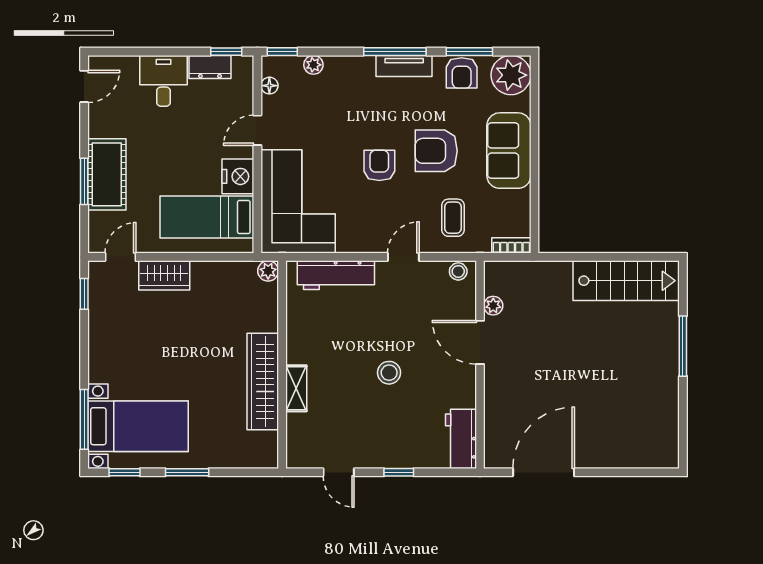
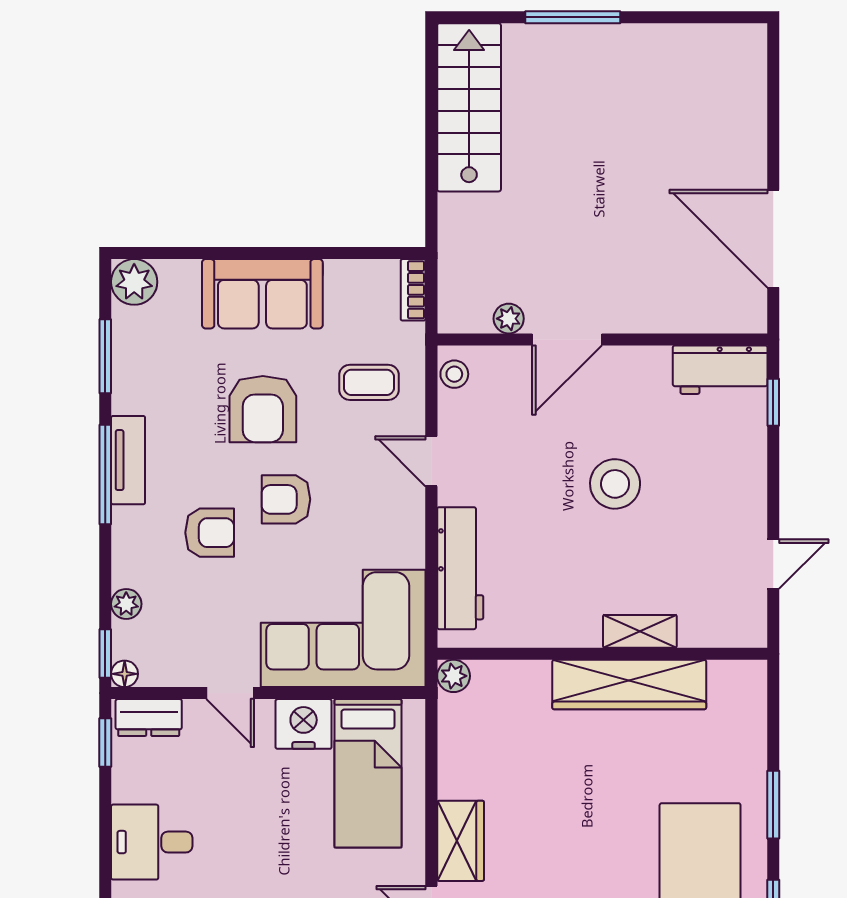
dresser: (210, 67) -> (149, 718), moved, turned 90
armchair: (462, 73) -> (210, 533), moved
plant: (511, 75) -> (134, 282), width x0.73, depth x0.73
floor lamp: (269, 86) -> (125, 674), moved
stool: (389, 373) -> (615, 484), width x1.38, depth x1.38
window: (399, 472) -> (773, 402), moved

